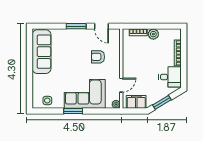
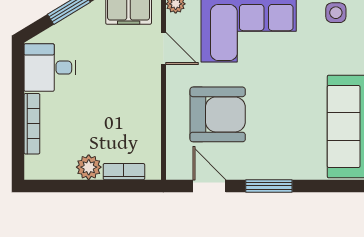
armchair: (98, 57) -> (218, 114), width x1.88, depth x1.88
door: (121, 85) -> (163, 49), swing flipped

